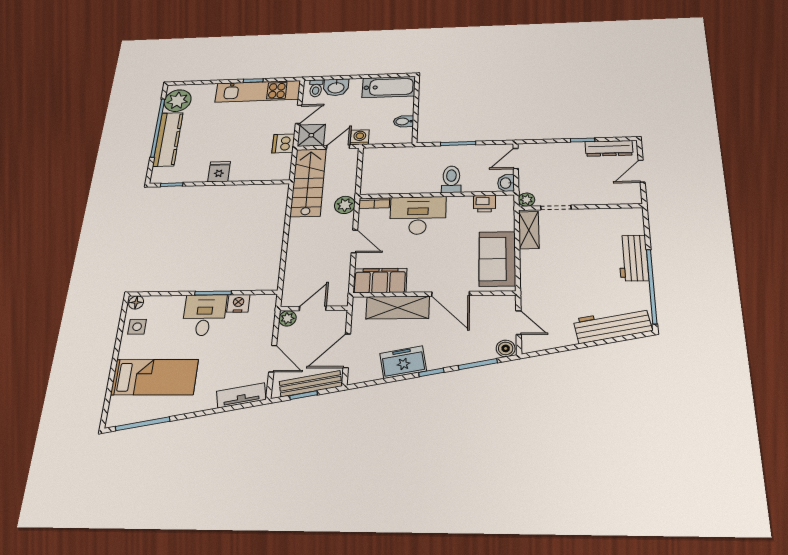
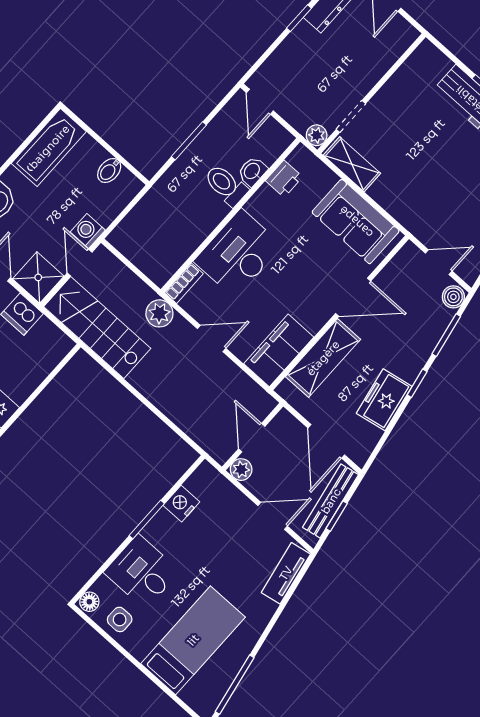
washbasin: (506, 183) -> (252, 171), moved, turned 90
desk: (204, 315) -> (142, 572), moved

